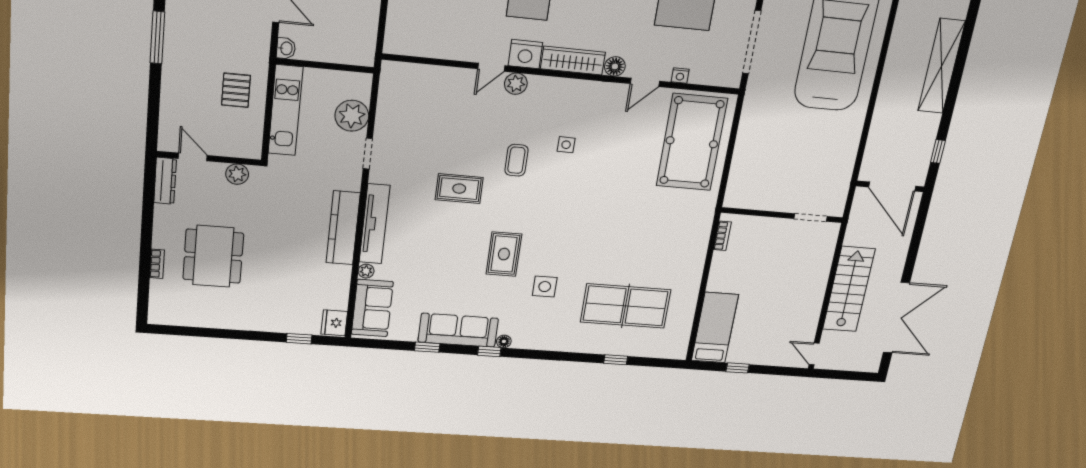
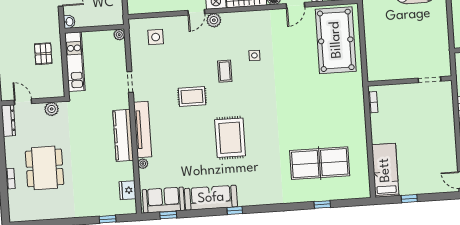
plant: (352, 116) -> (119, 35), moved, width x0.53, depth x0.53
rug: (504, 254) -> (230, 138), width x1.36, depth x1.43
side table: (545, 287) -> (156, 37), moved
sofa: (372, 308) -> (163, 200), moved, turned -90
fridge: (334, 323) -> (128, 190), moved
floor lamp: (504, 341) -> (243, 202), removed
window: (427, 347) -> (168, 215), moved

